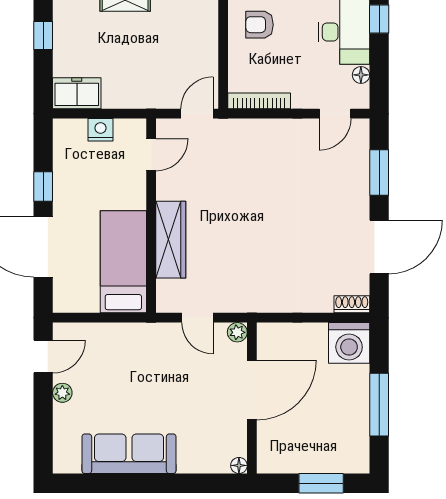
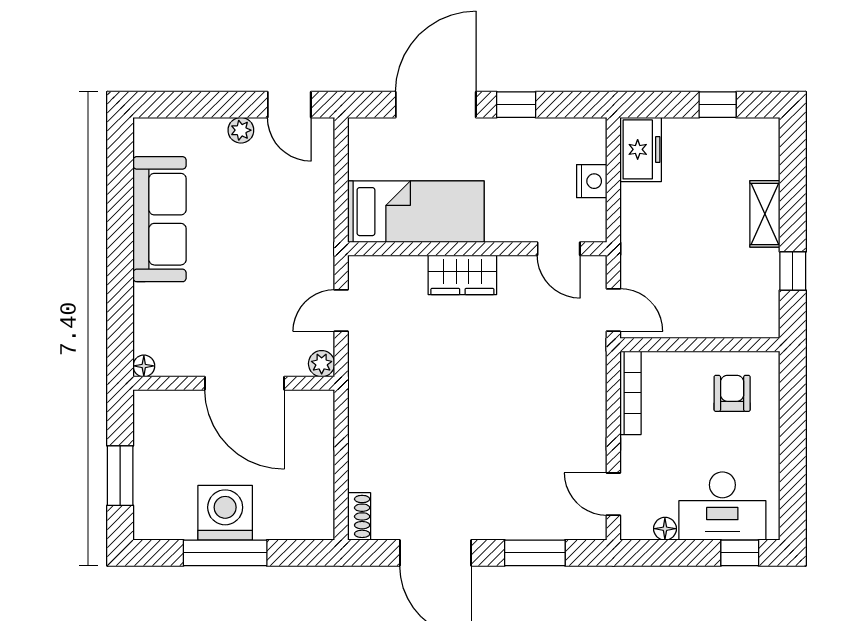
wardrobe: (171, 240) -> (462, 275), width x0.67
washing machine: (349, 343) -> (225, 513), moved, turned 90

